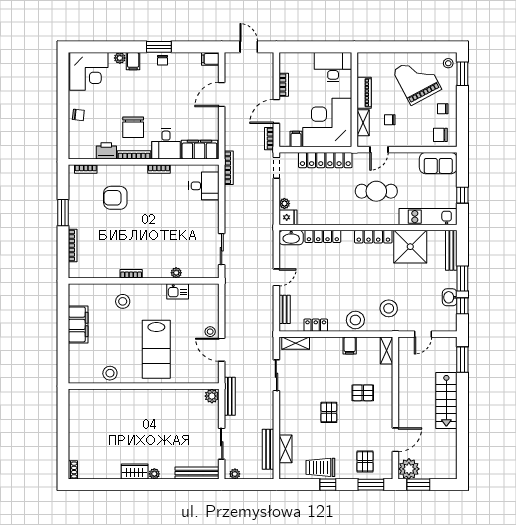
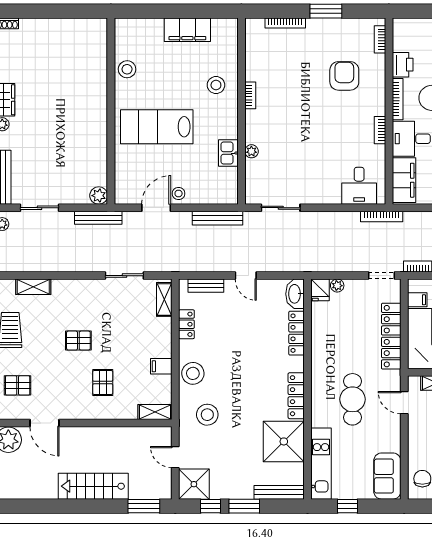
washbasin: (450, 297) -> (221, 490), removed
shower: (445, 319) -> (194, 484), added
bench: (268, 449) -> (218, 218), moved

